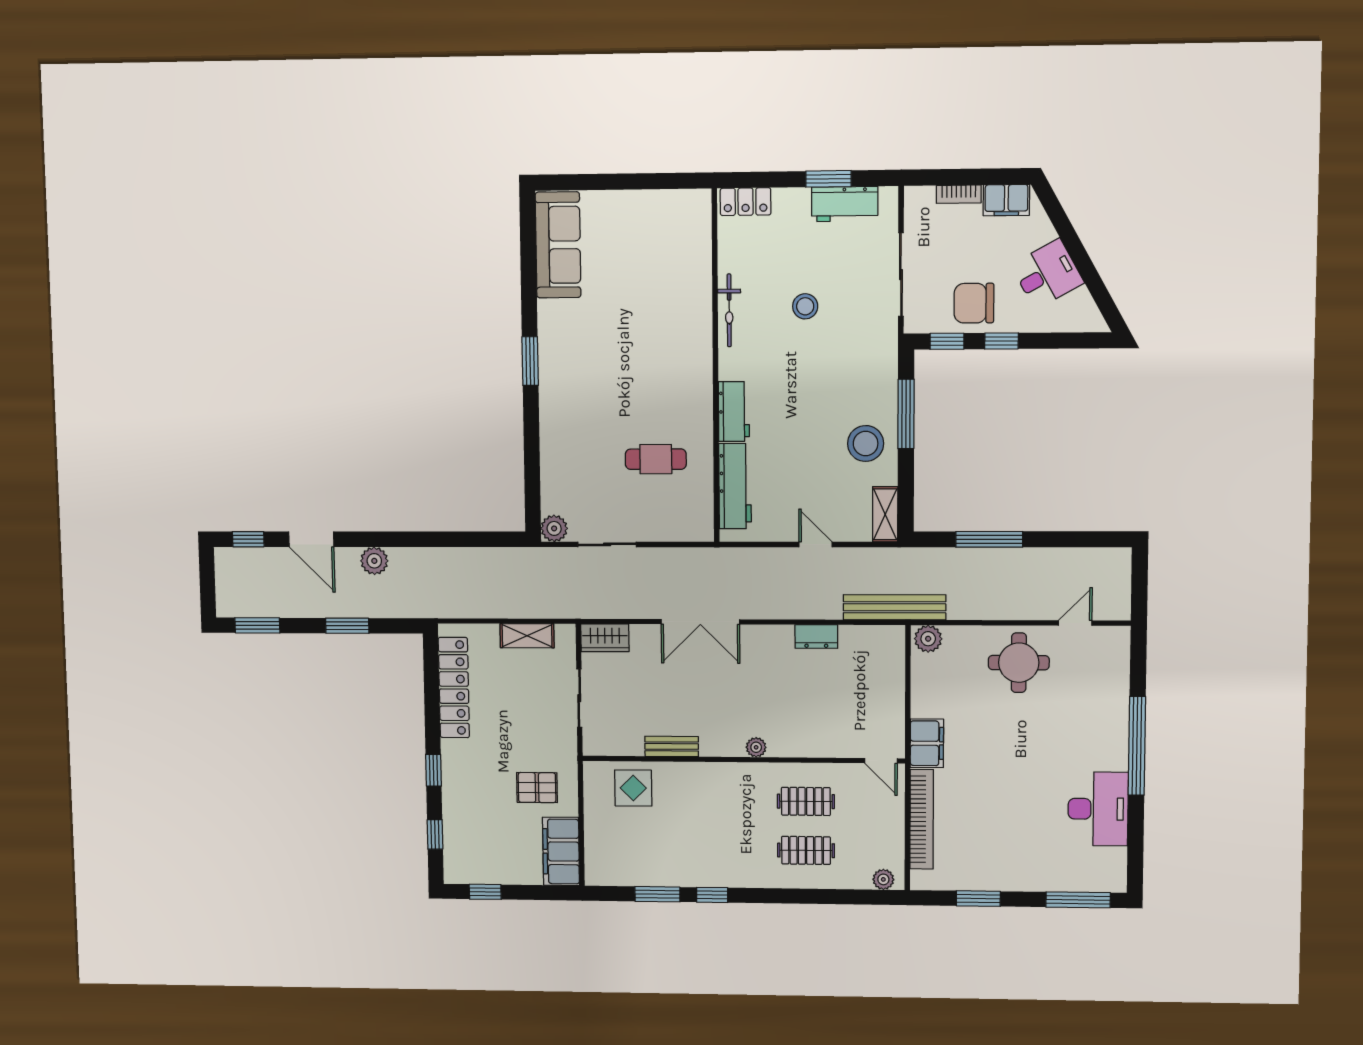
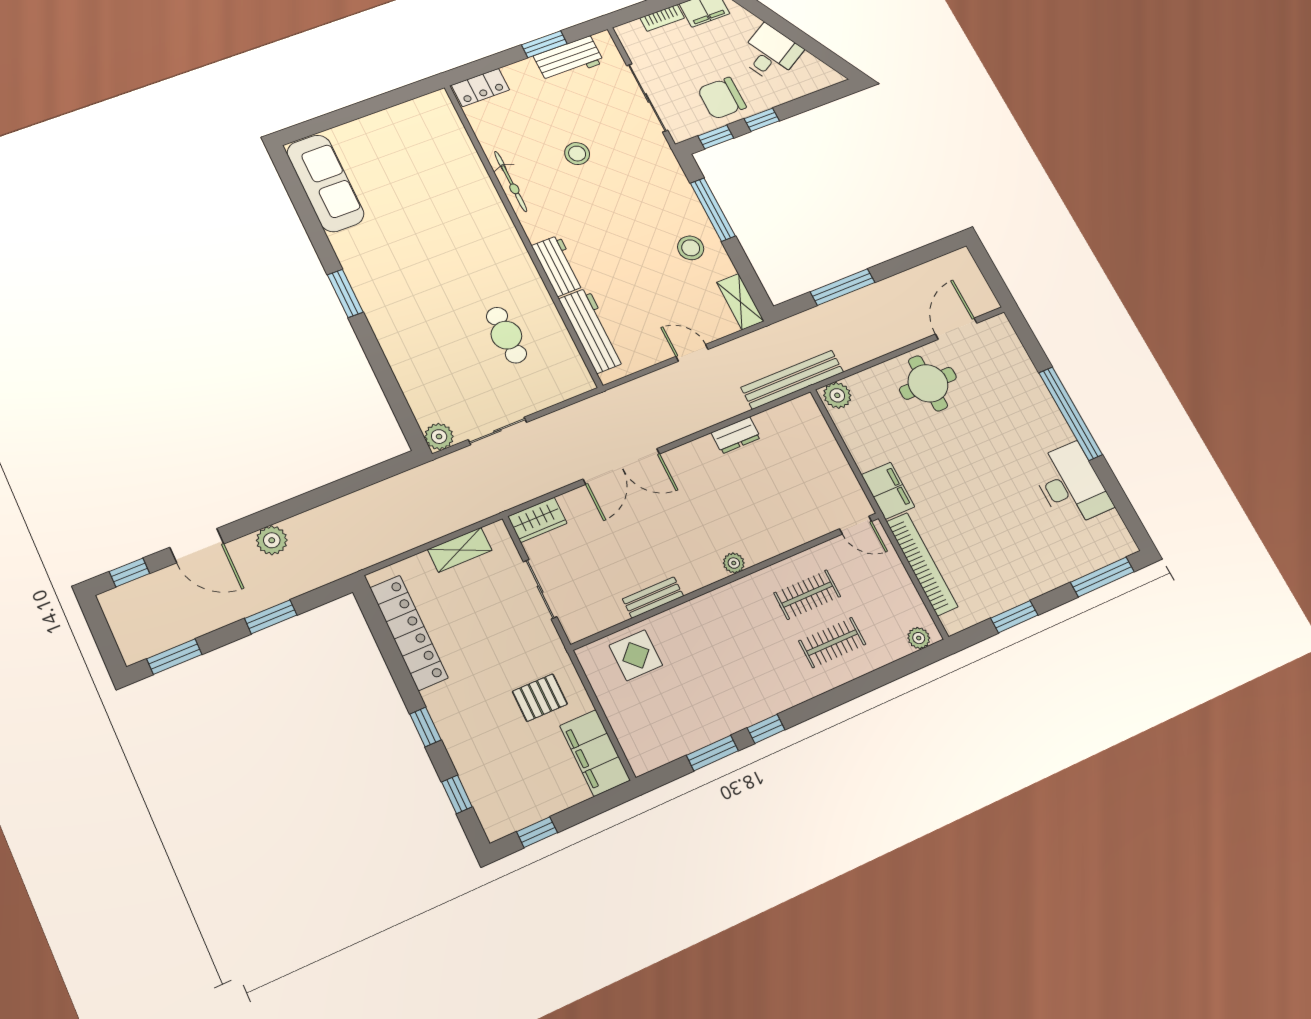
stool: (866, 443) -> (691, 248), width x0.73, depth x0.73
cafe table: (656, 459) -> (506, 335), turned 90
door: (1075, 623) -> (956, 329), width x1.38

